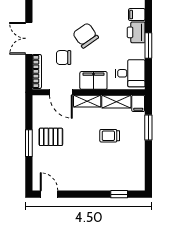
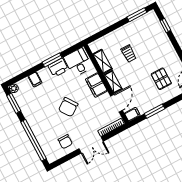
printer: (136, 32) -> (58, 68), moved
chair: (64, 58) -> (65, 142), moved
filing cabinet: (138, 103) -> (132, 114), moved
window: (148, 127) -> (137, 15), moved
pallet: (51, 137) -> (161, 79), moved
window: (29, 143) -> (155, 111), moved

